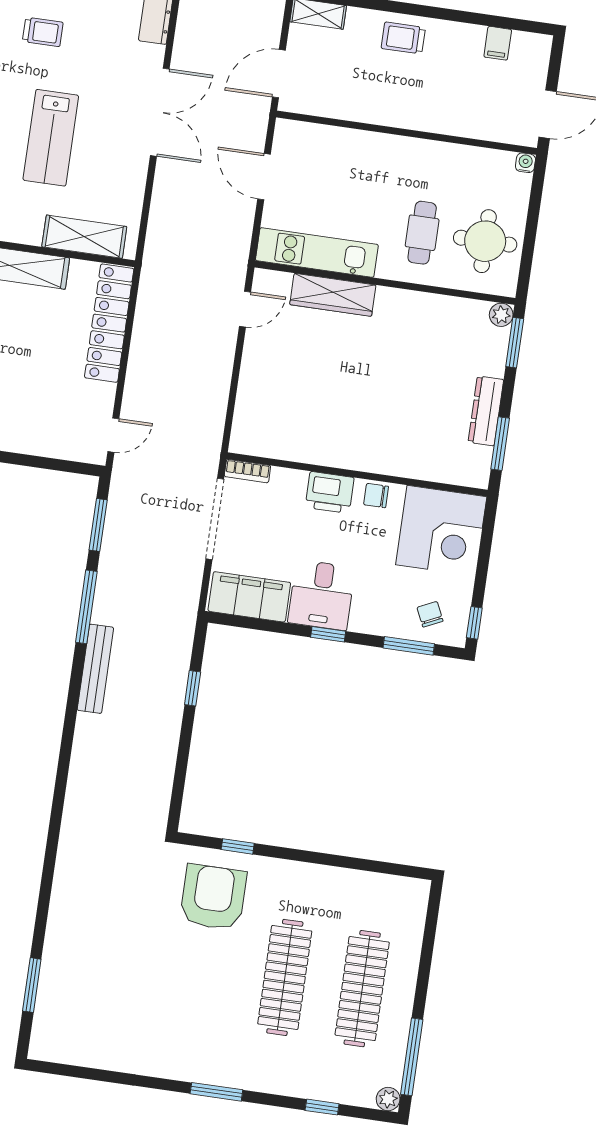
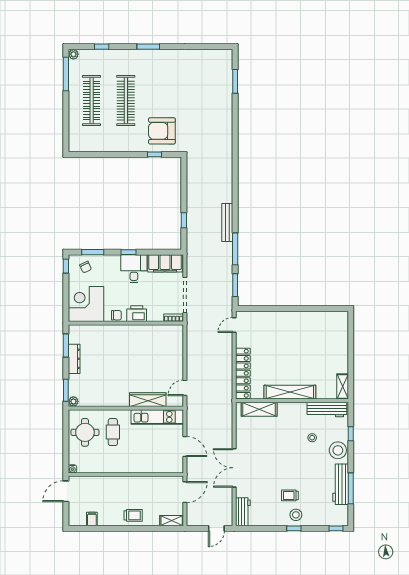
lab bench: (51, 138) -> (280, 450), removed
armchair: (213, 897) -> (162, 131), turned 90

